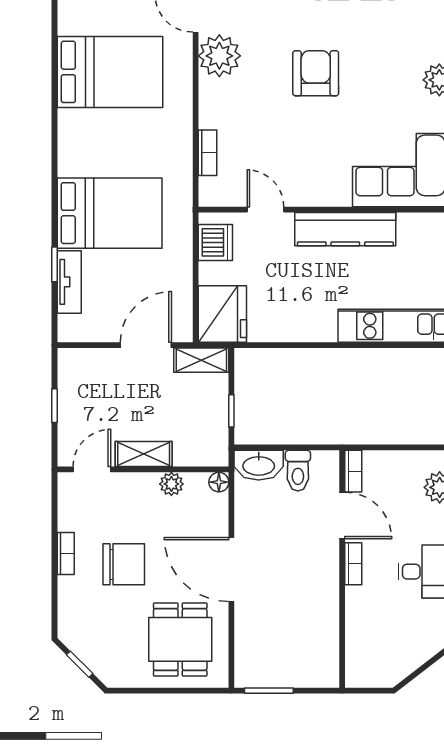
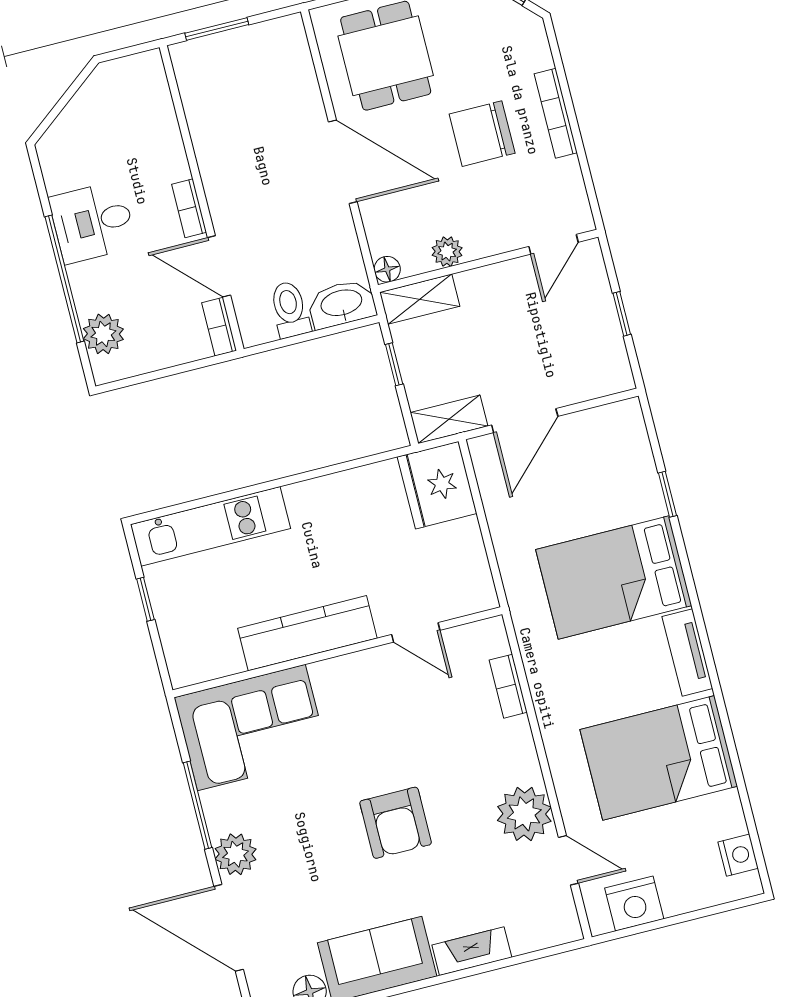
dishwasher: (215, 242) -> (469, 574), removed
tv unit: (69, 282) -> (687, 652), moved
shelving: (144, 454) -> (420, 299), moved
bookcase: (66, 554) -> (556, 113), width x1.56
window: (269, 691) -> (217, 29), moved

